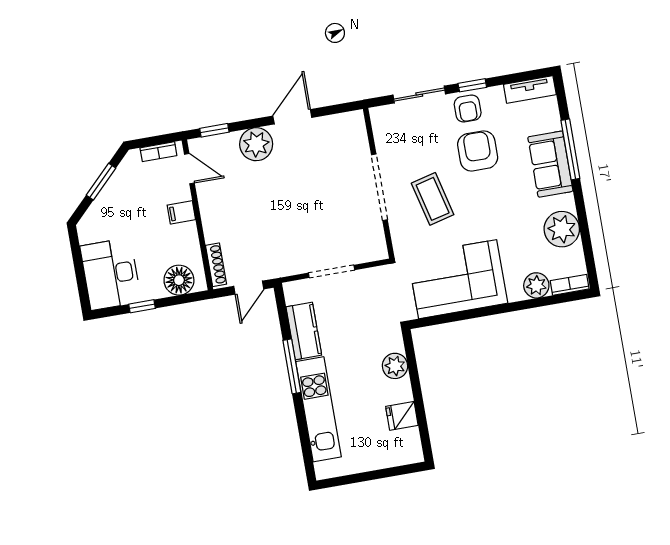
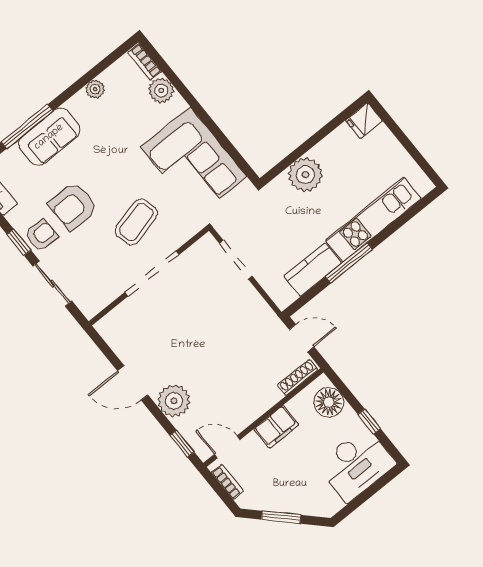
door: (189, 169) -> (227, 447), hinge flipped
filing cabinet: (181, 212) -> (276, 427), width x2.00
plant: (562, 229) -> (95, 89), width x0.53, depth x0.53
doorway: (332, 271) -> (236, 260), moved
plant: (395, 366) -> (305, 175), width x1.36, depth x1.36
fridge: (402, 416) -> (364, 121), moved, turned 90

